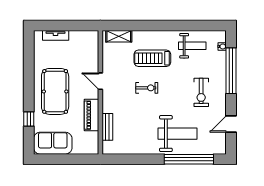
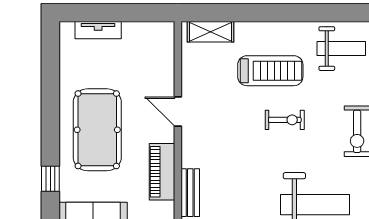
treadmill: (152, 58) -> (270, 71), turned 180
exercise bike: (147, 88) -> (285, 120), moved

